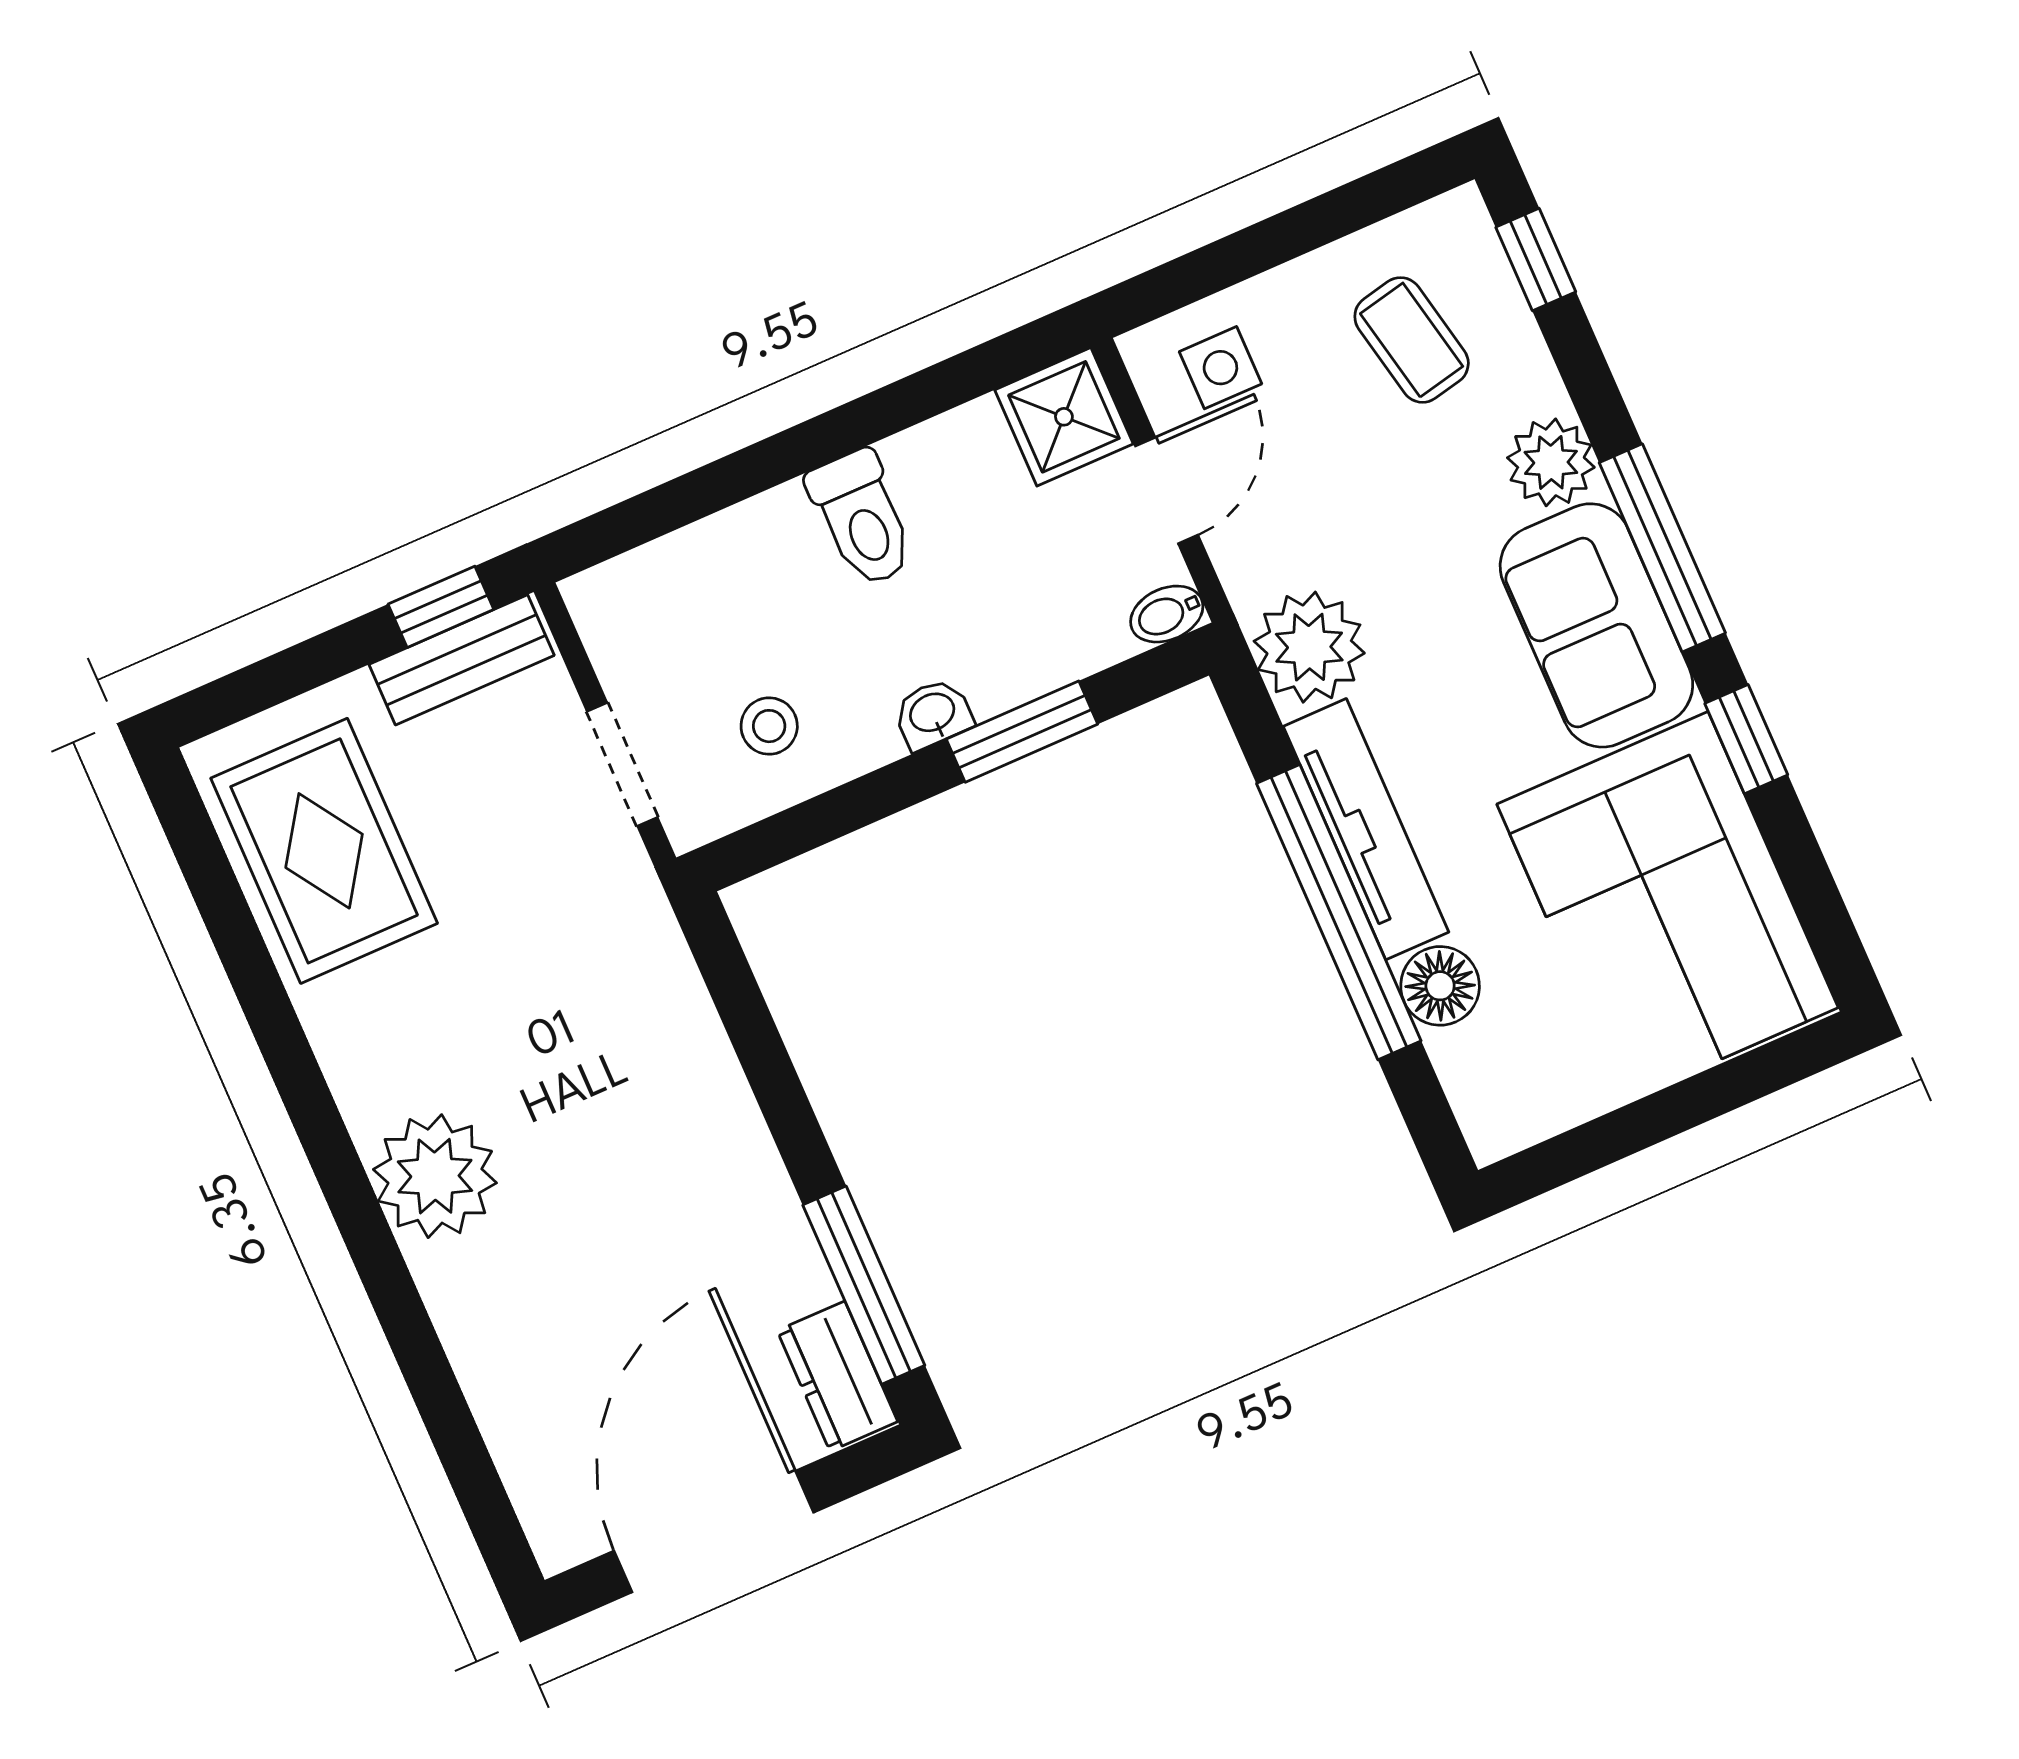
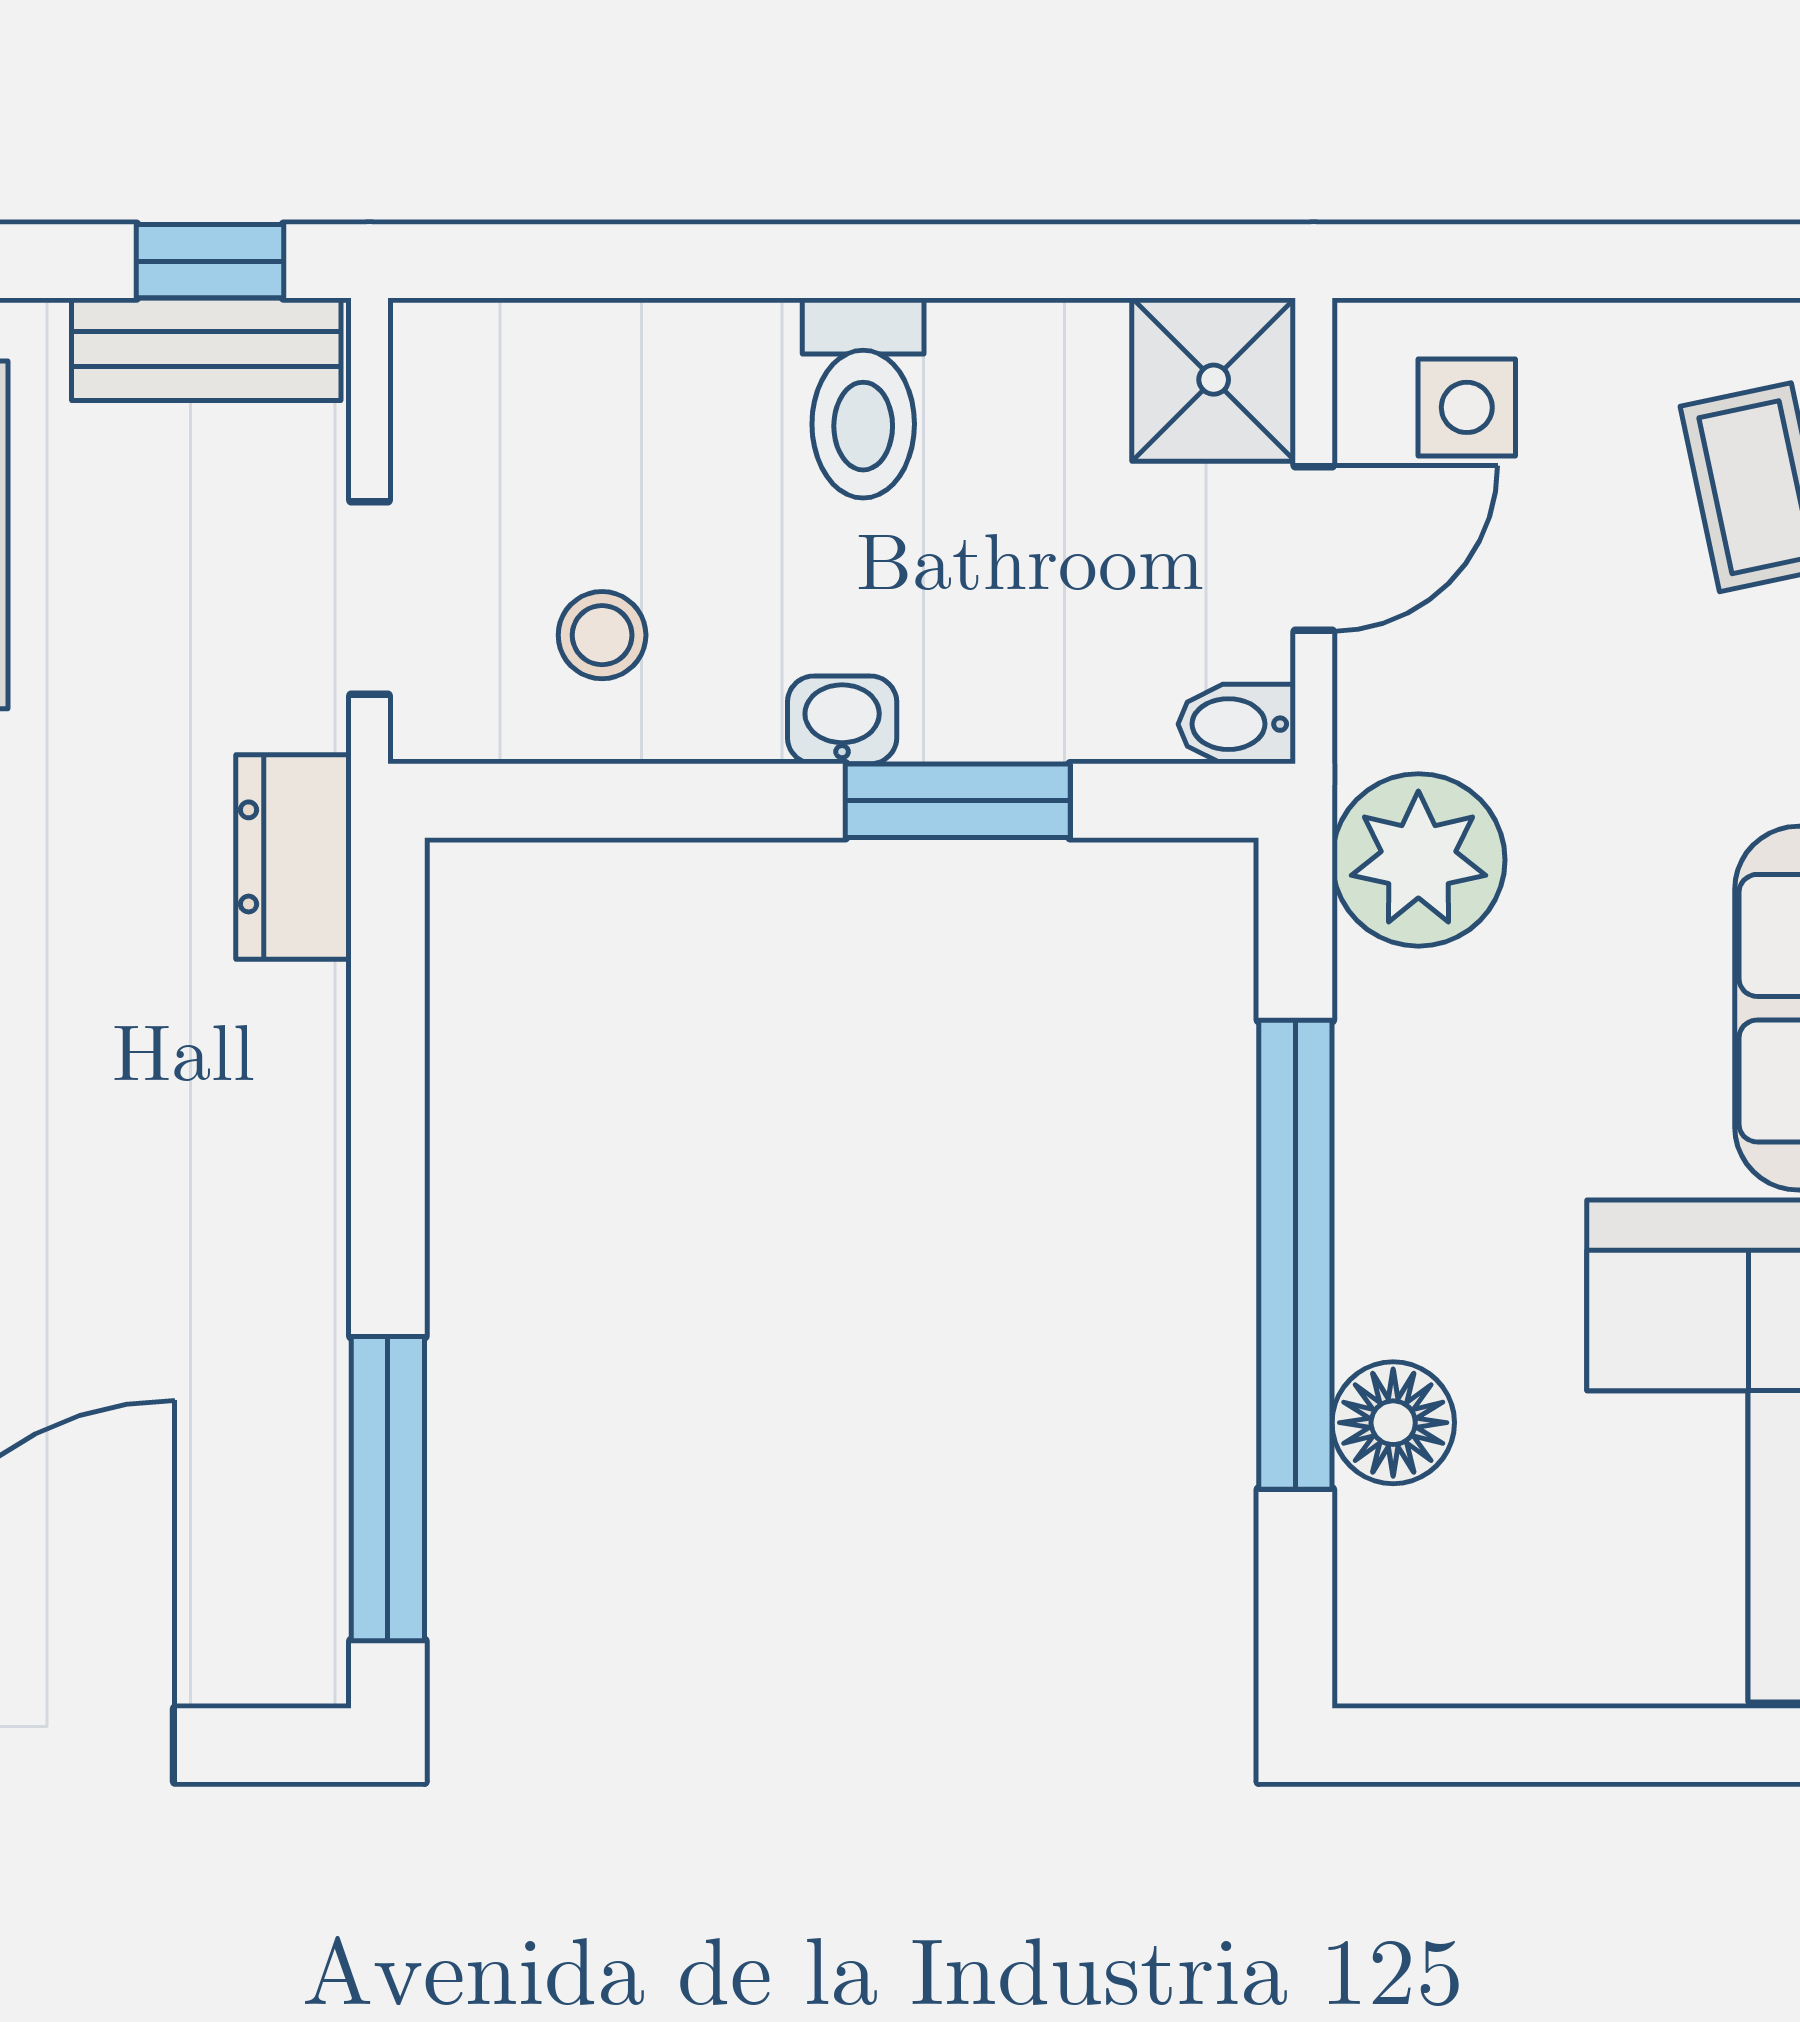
tv unit: (1366, 829) -> (1386, 1154), removed
dresser: (837, 1376) -> (293, 857), moved

